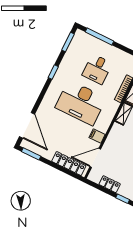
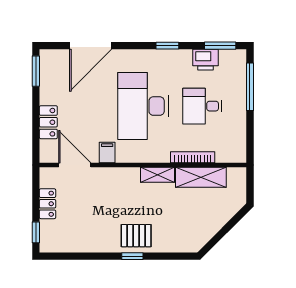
printer: (72, 54) -> (206, 60), added
door: (27, 125) -> (91, 46), moved
locker: (69, 164) -> (48, 122), width x0.66

